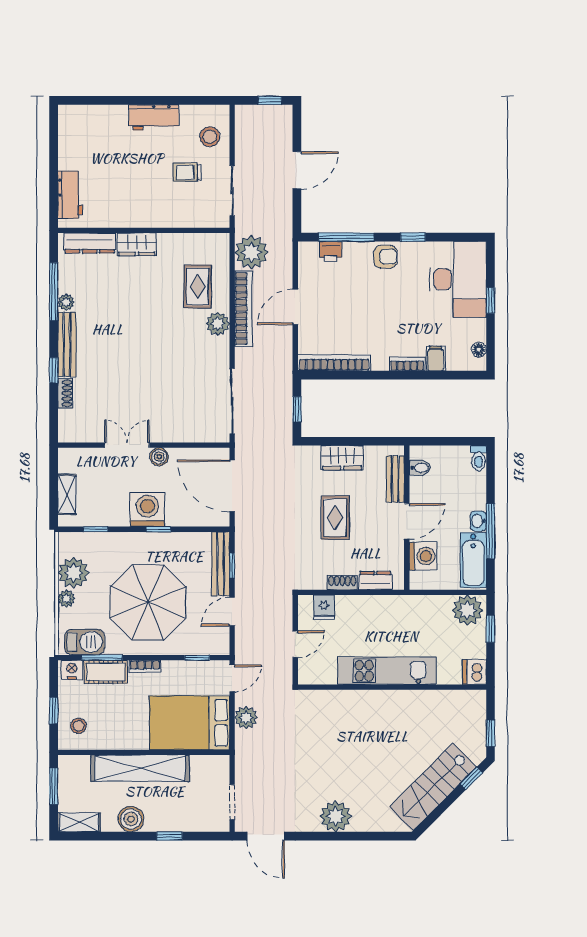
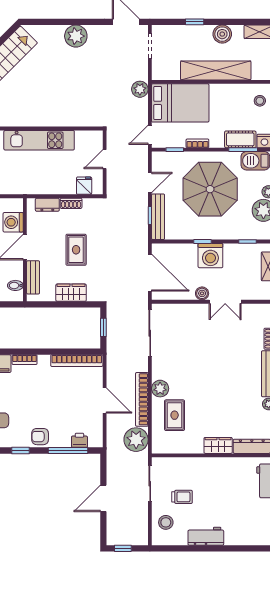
door: (295, 307) -> (105, 400), hinge flipped
bookcase: (145, 666) -> (197, 143), moved
plant: (246, 718) -> (140, 89), moved

